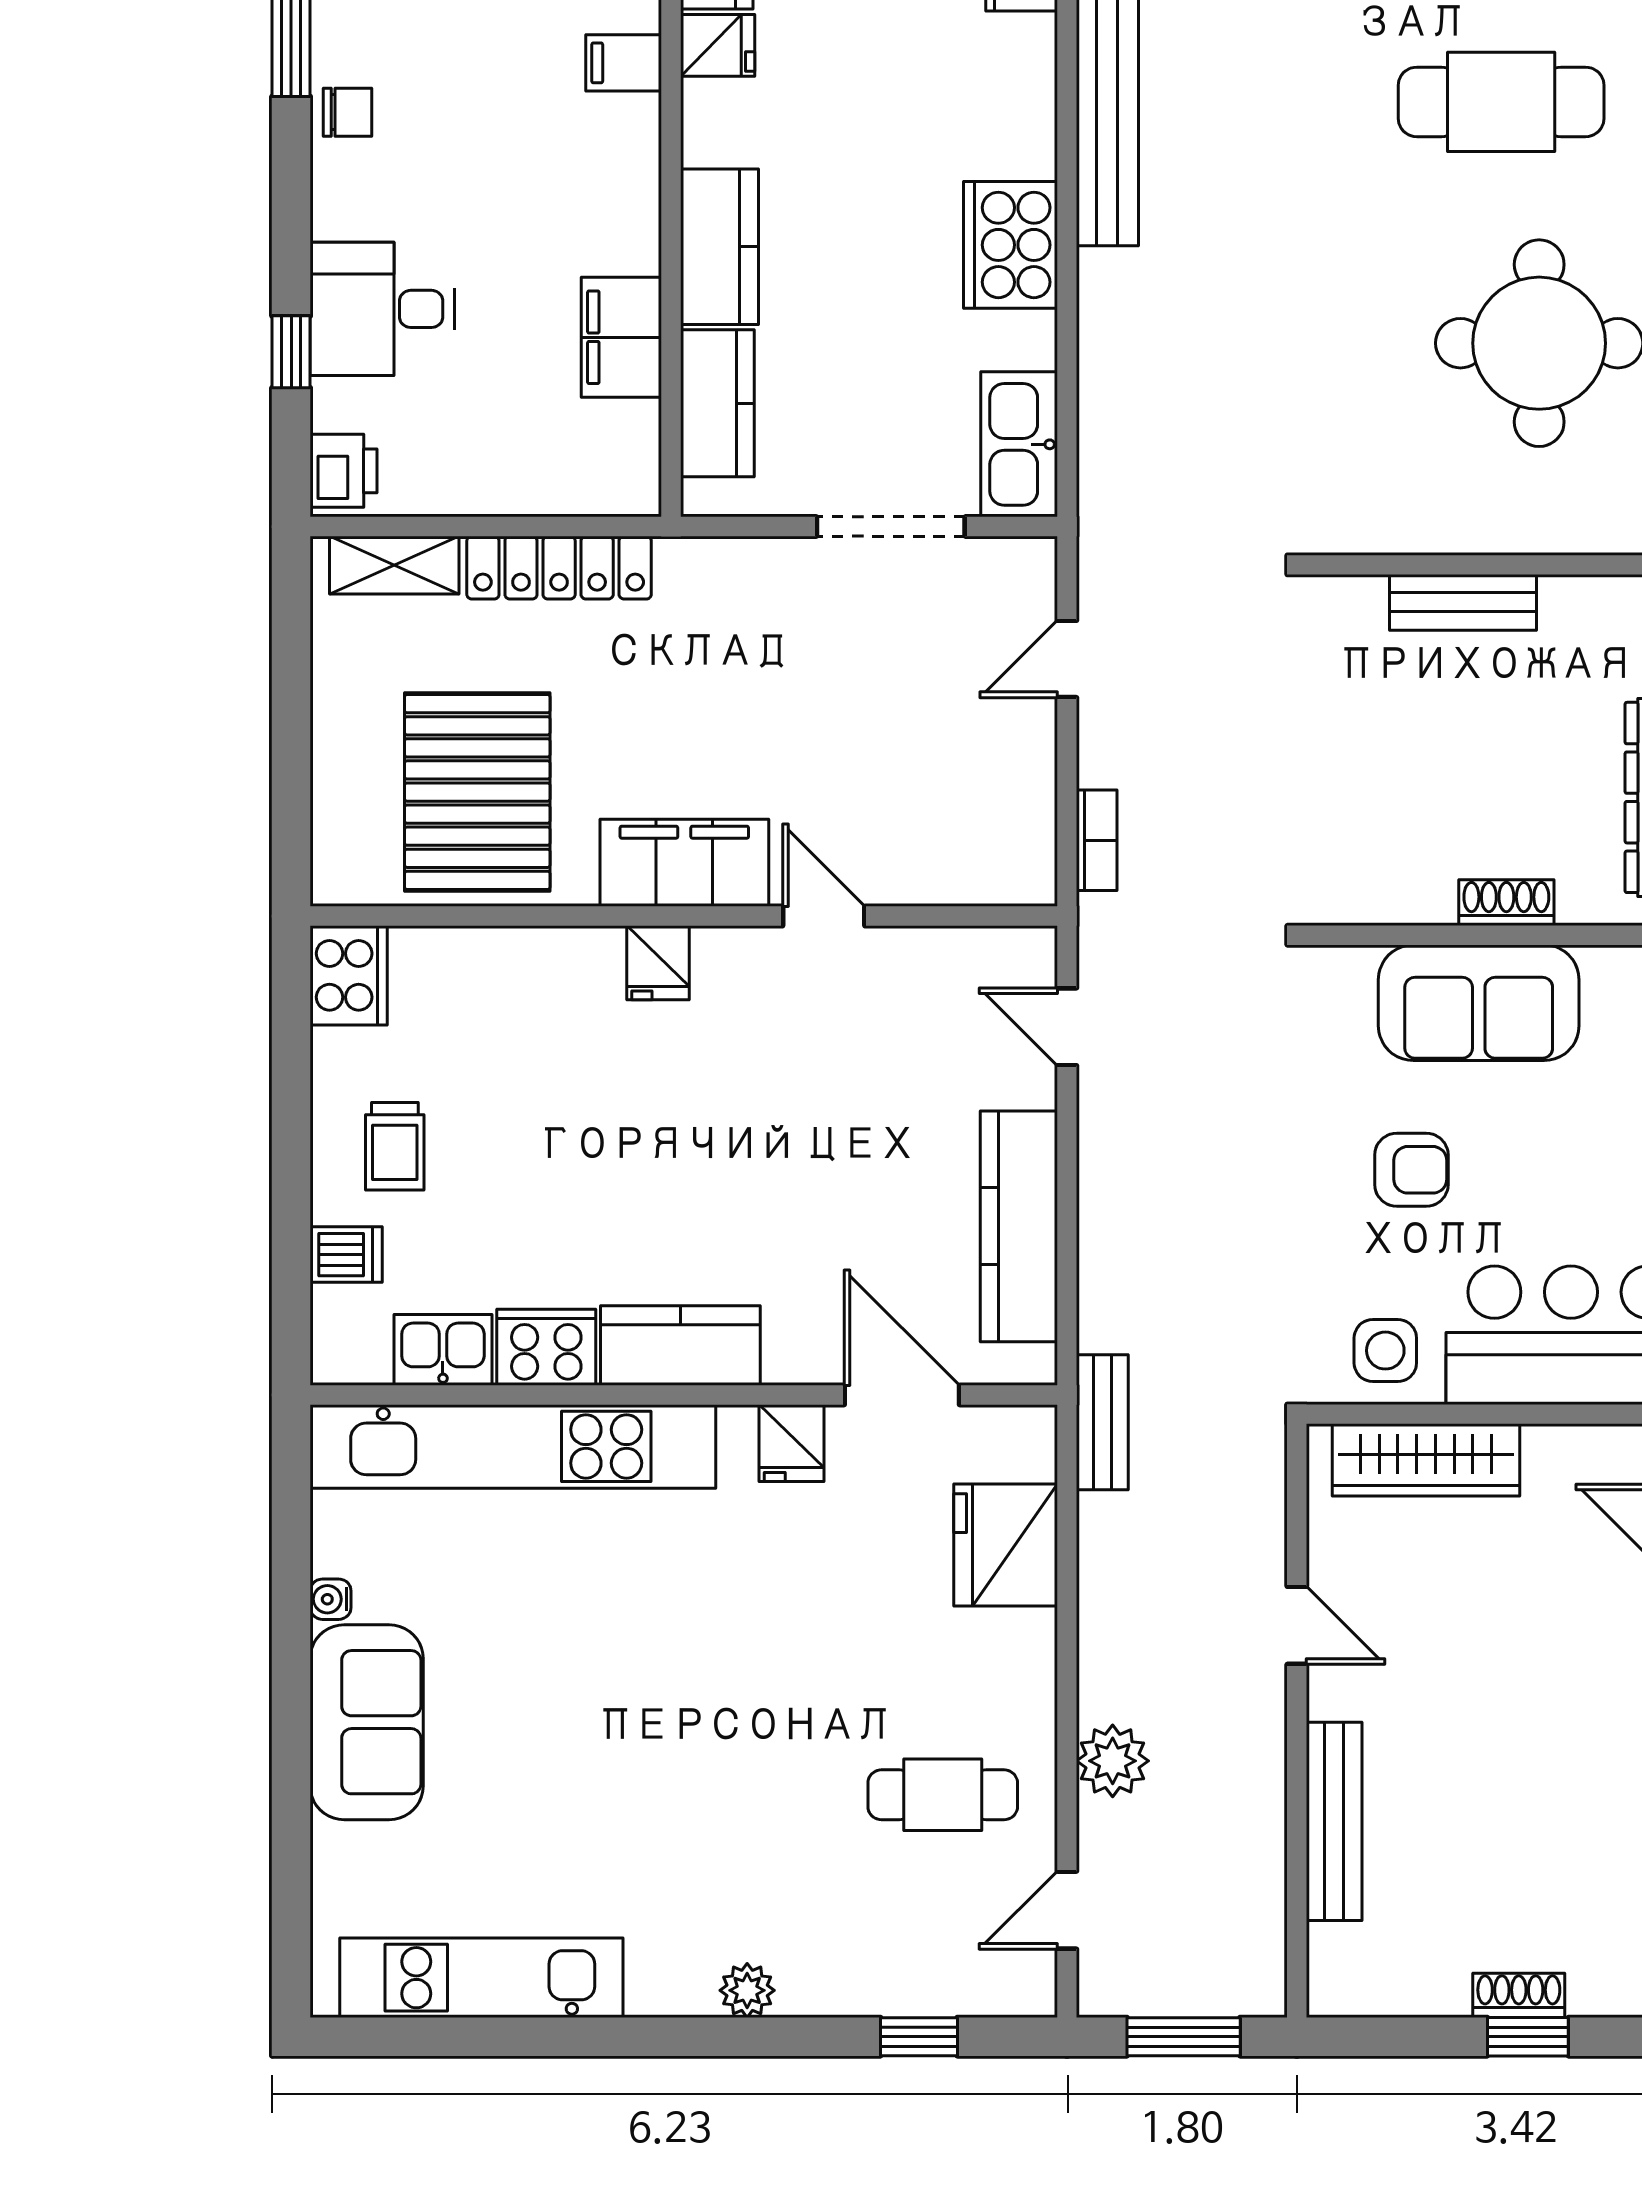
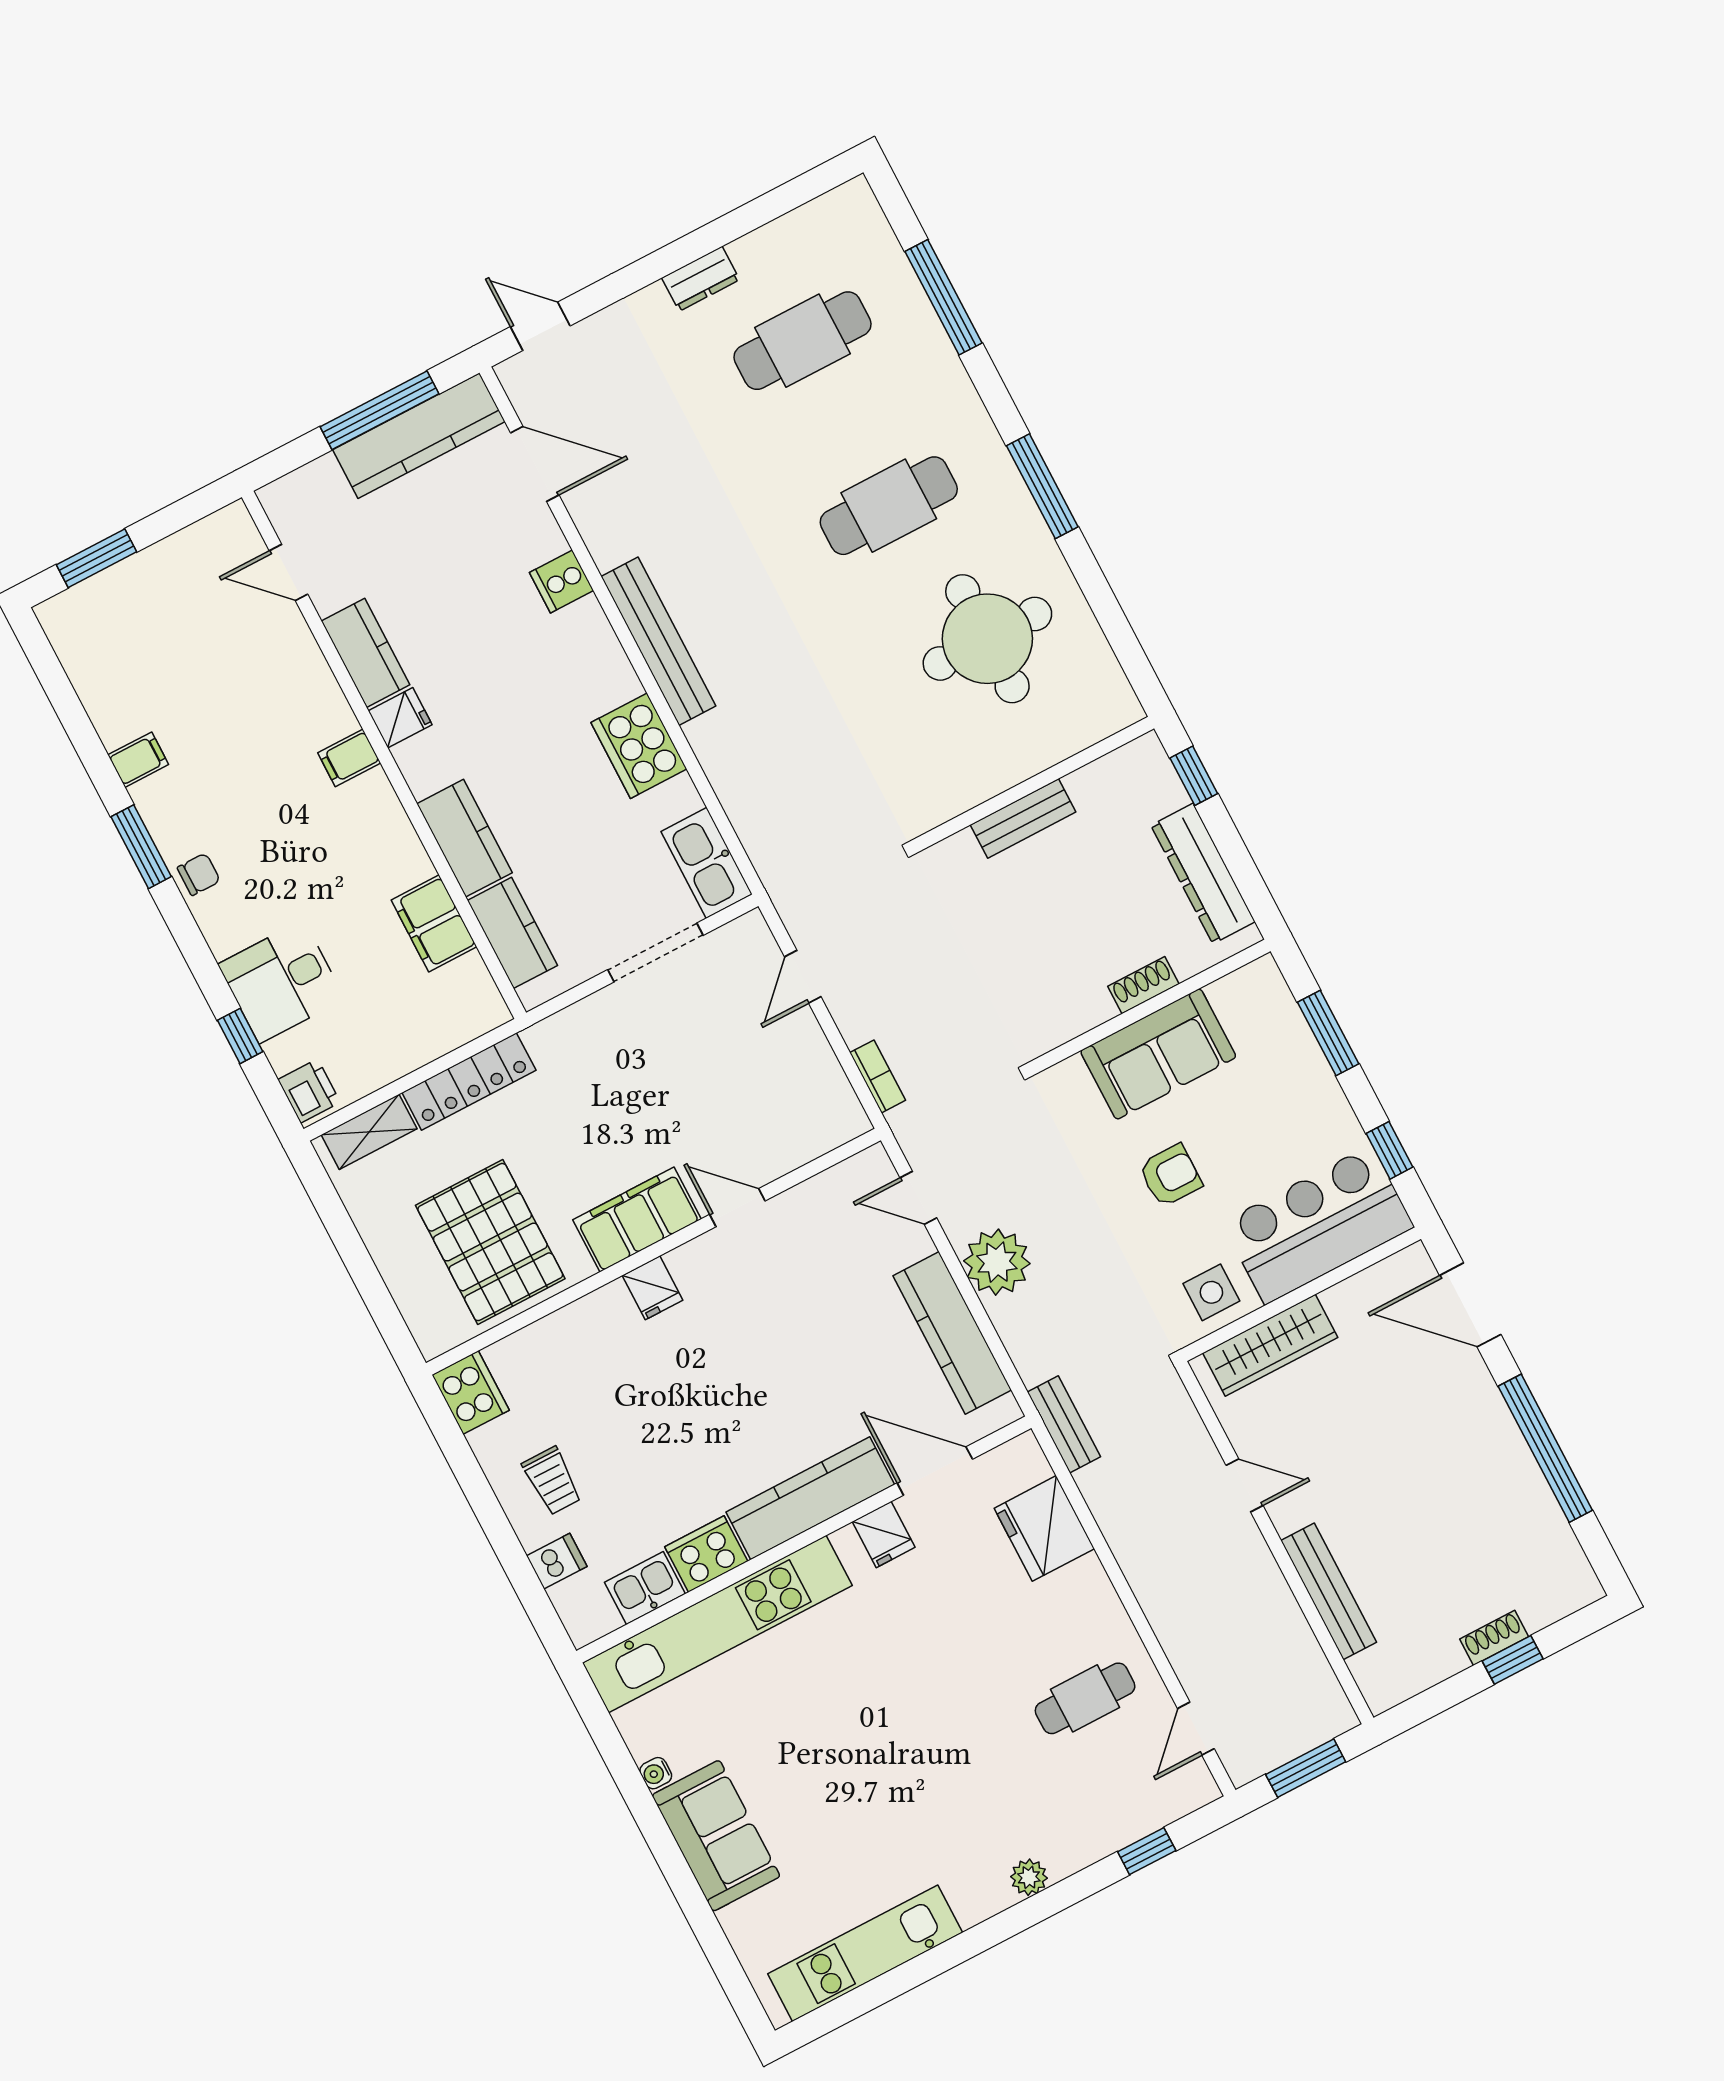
kitchen counter: (680, 1346) -> (810, 1498), width x1.50
plant: (1113, 1761) -> (997, 1262), moved, width x1.36, depth x1.36

